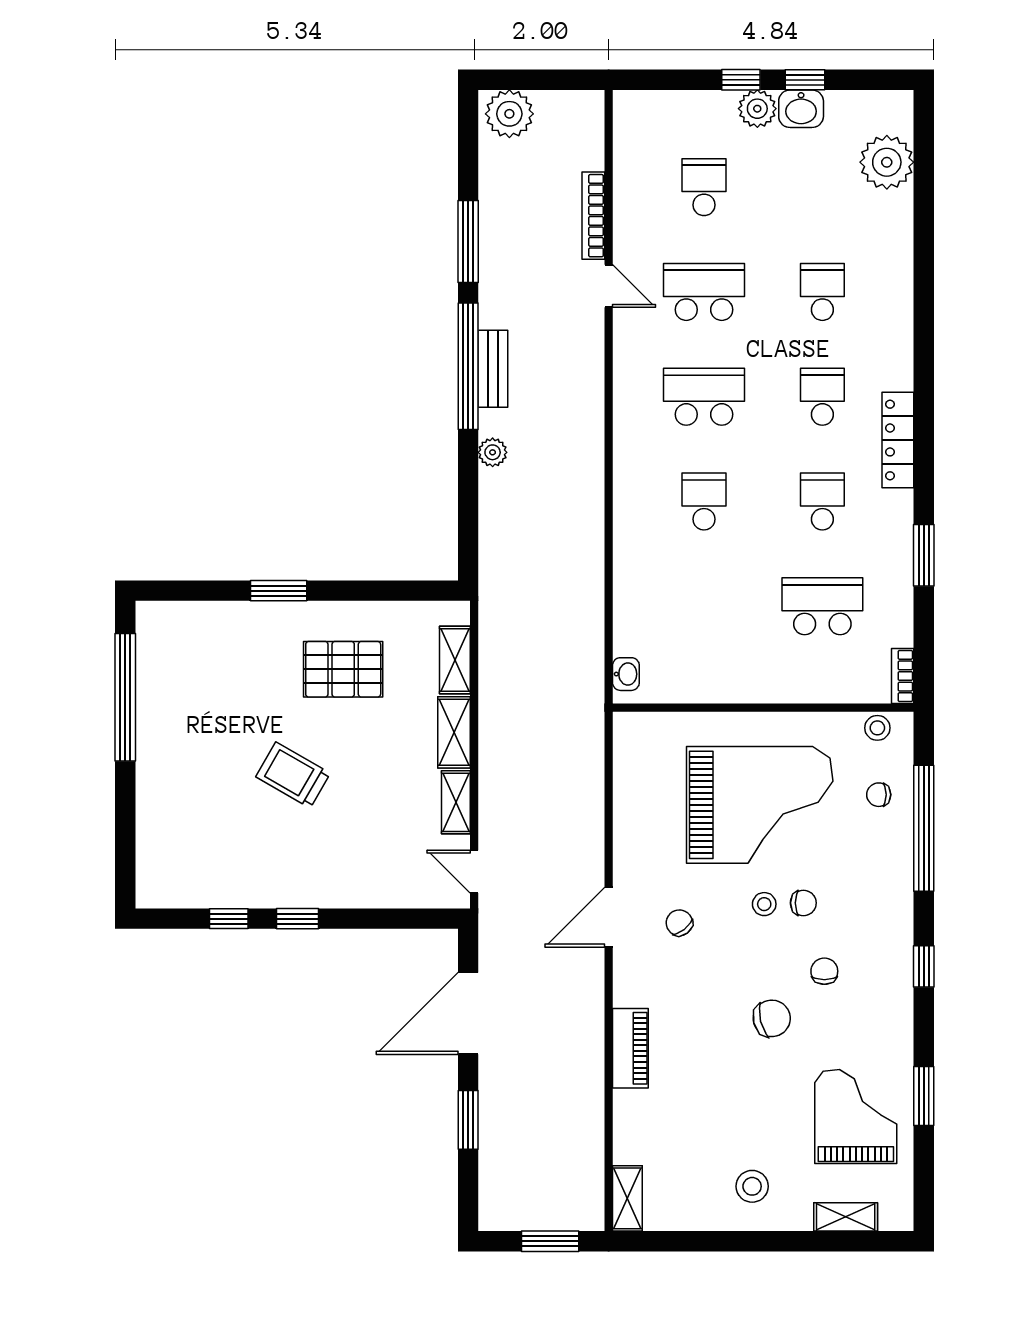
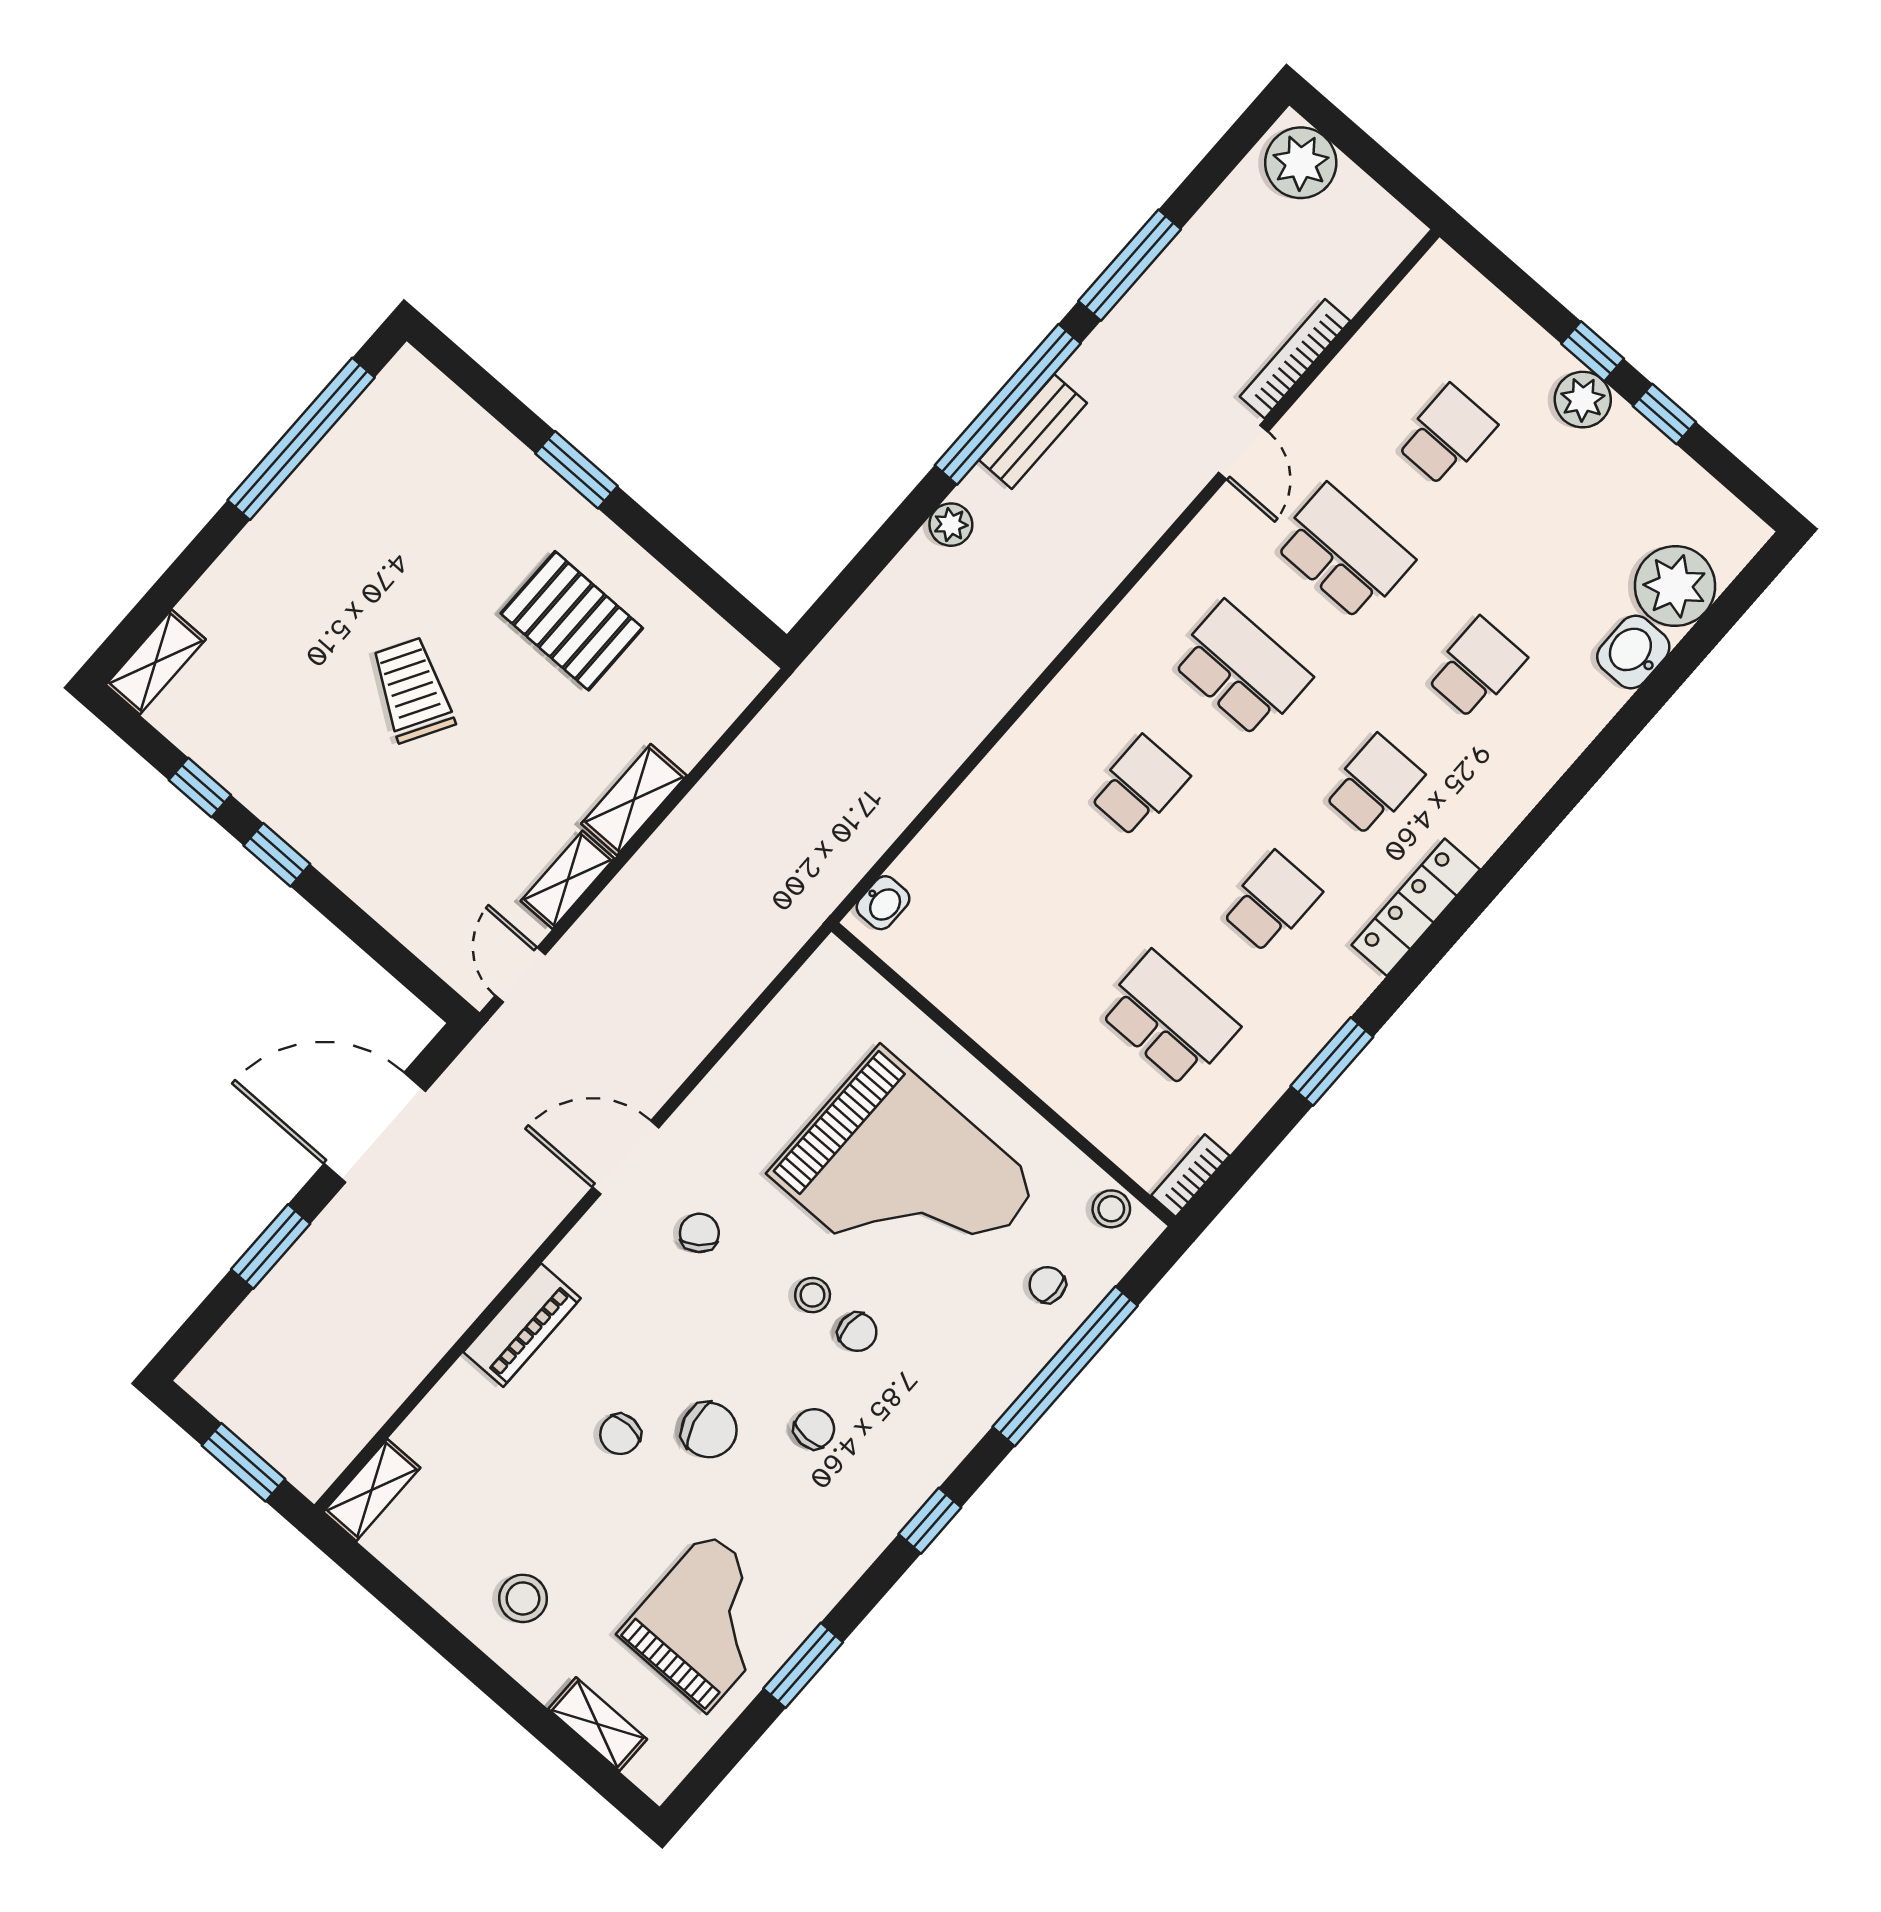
washbasin: (801, 109) -> (1633, 652), moved, turned 90
shelving: (455, 660) -> (156, 662), moved
chair: (729, 1060) -> (620, 1434), added

